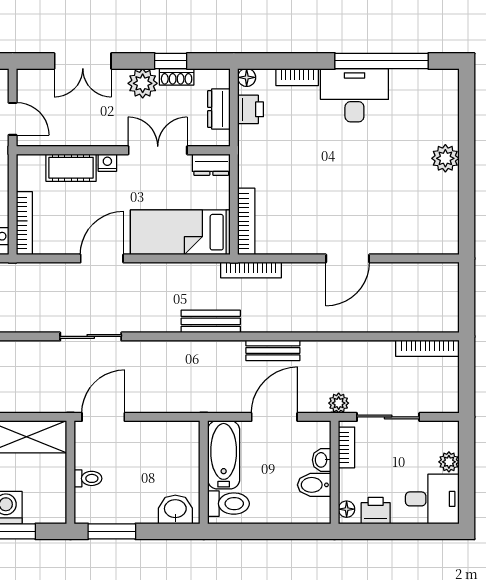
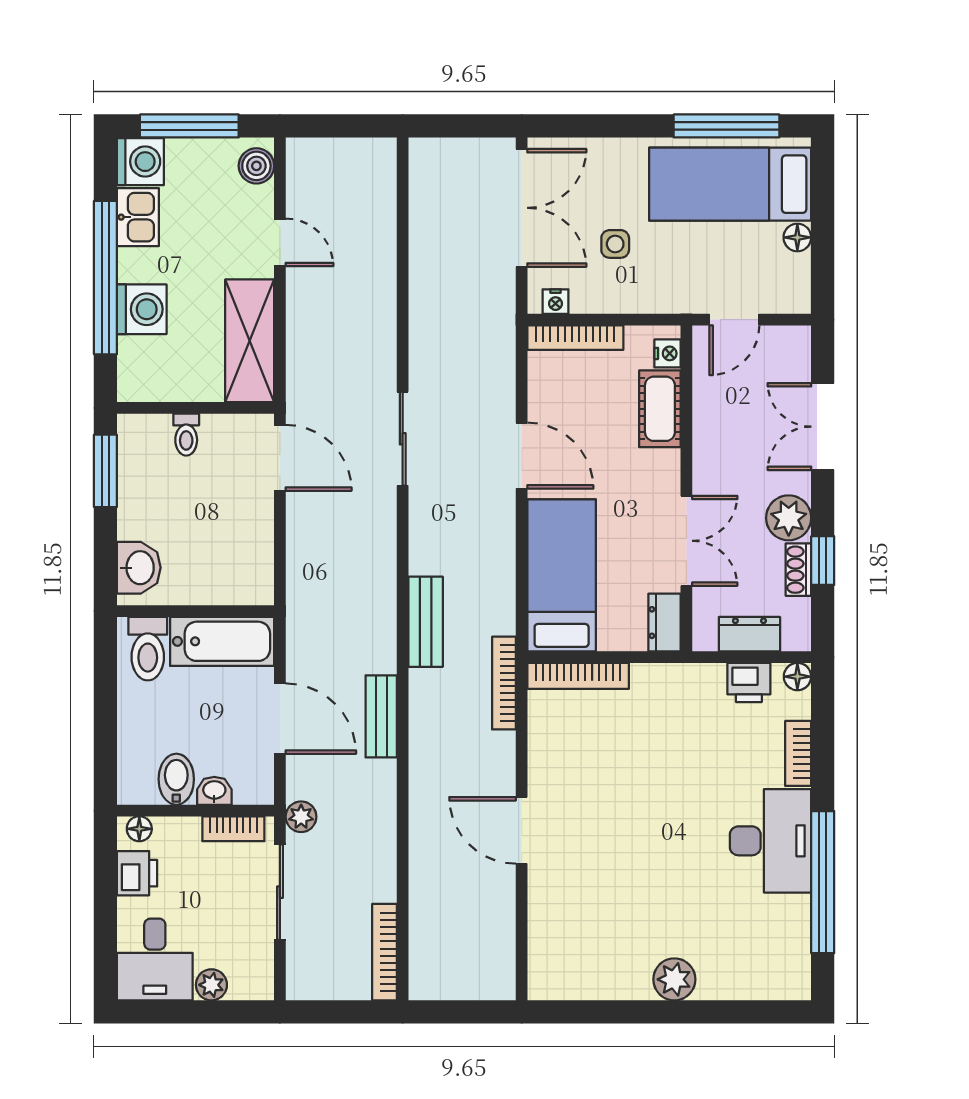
nightstand: (107, 163) -> (668, 353), moved

